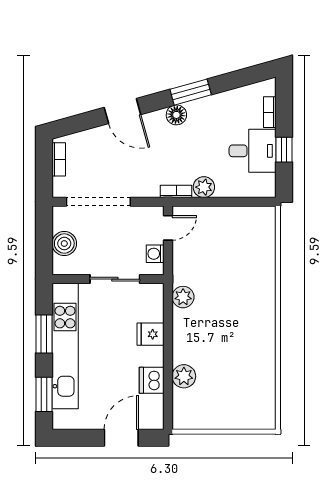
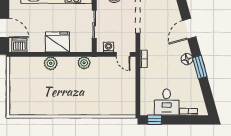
window: (284, 150) -> (155, 120), moved
plant: (204, 187) -> (146, 75), removed
fridge: (151, 334) -> (57, 42), width x1.88, depth x1.34
plant: (184, 376) -> (51, 63), moved
dishwasher: (152, 380) -> (19, 45), moved

